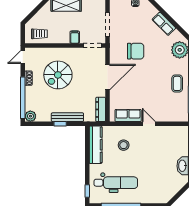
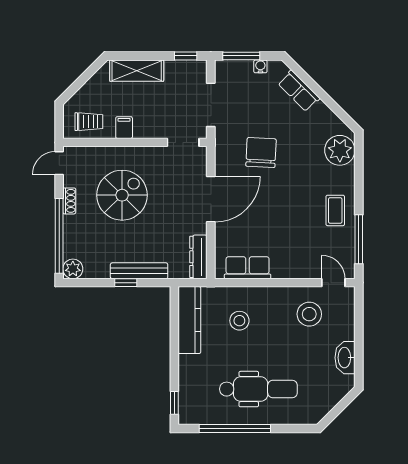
row of seats: (164, 24) -> (299, 91), moved
filing cabinet: (75, 37) -> (124, 128), moved
chair: (136, 51) -> (261, 153), turned -87
spiral stairs: (58, 75) -> (122, 195), turned 180
door: (149, 124) -> (333, 283), moved
stool: (163, 141) -> (309, 314), added
dental chair: (116, 183) -> (258, 389), moved

